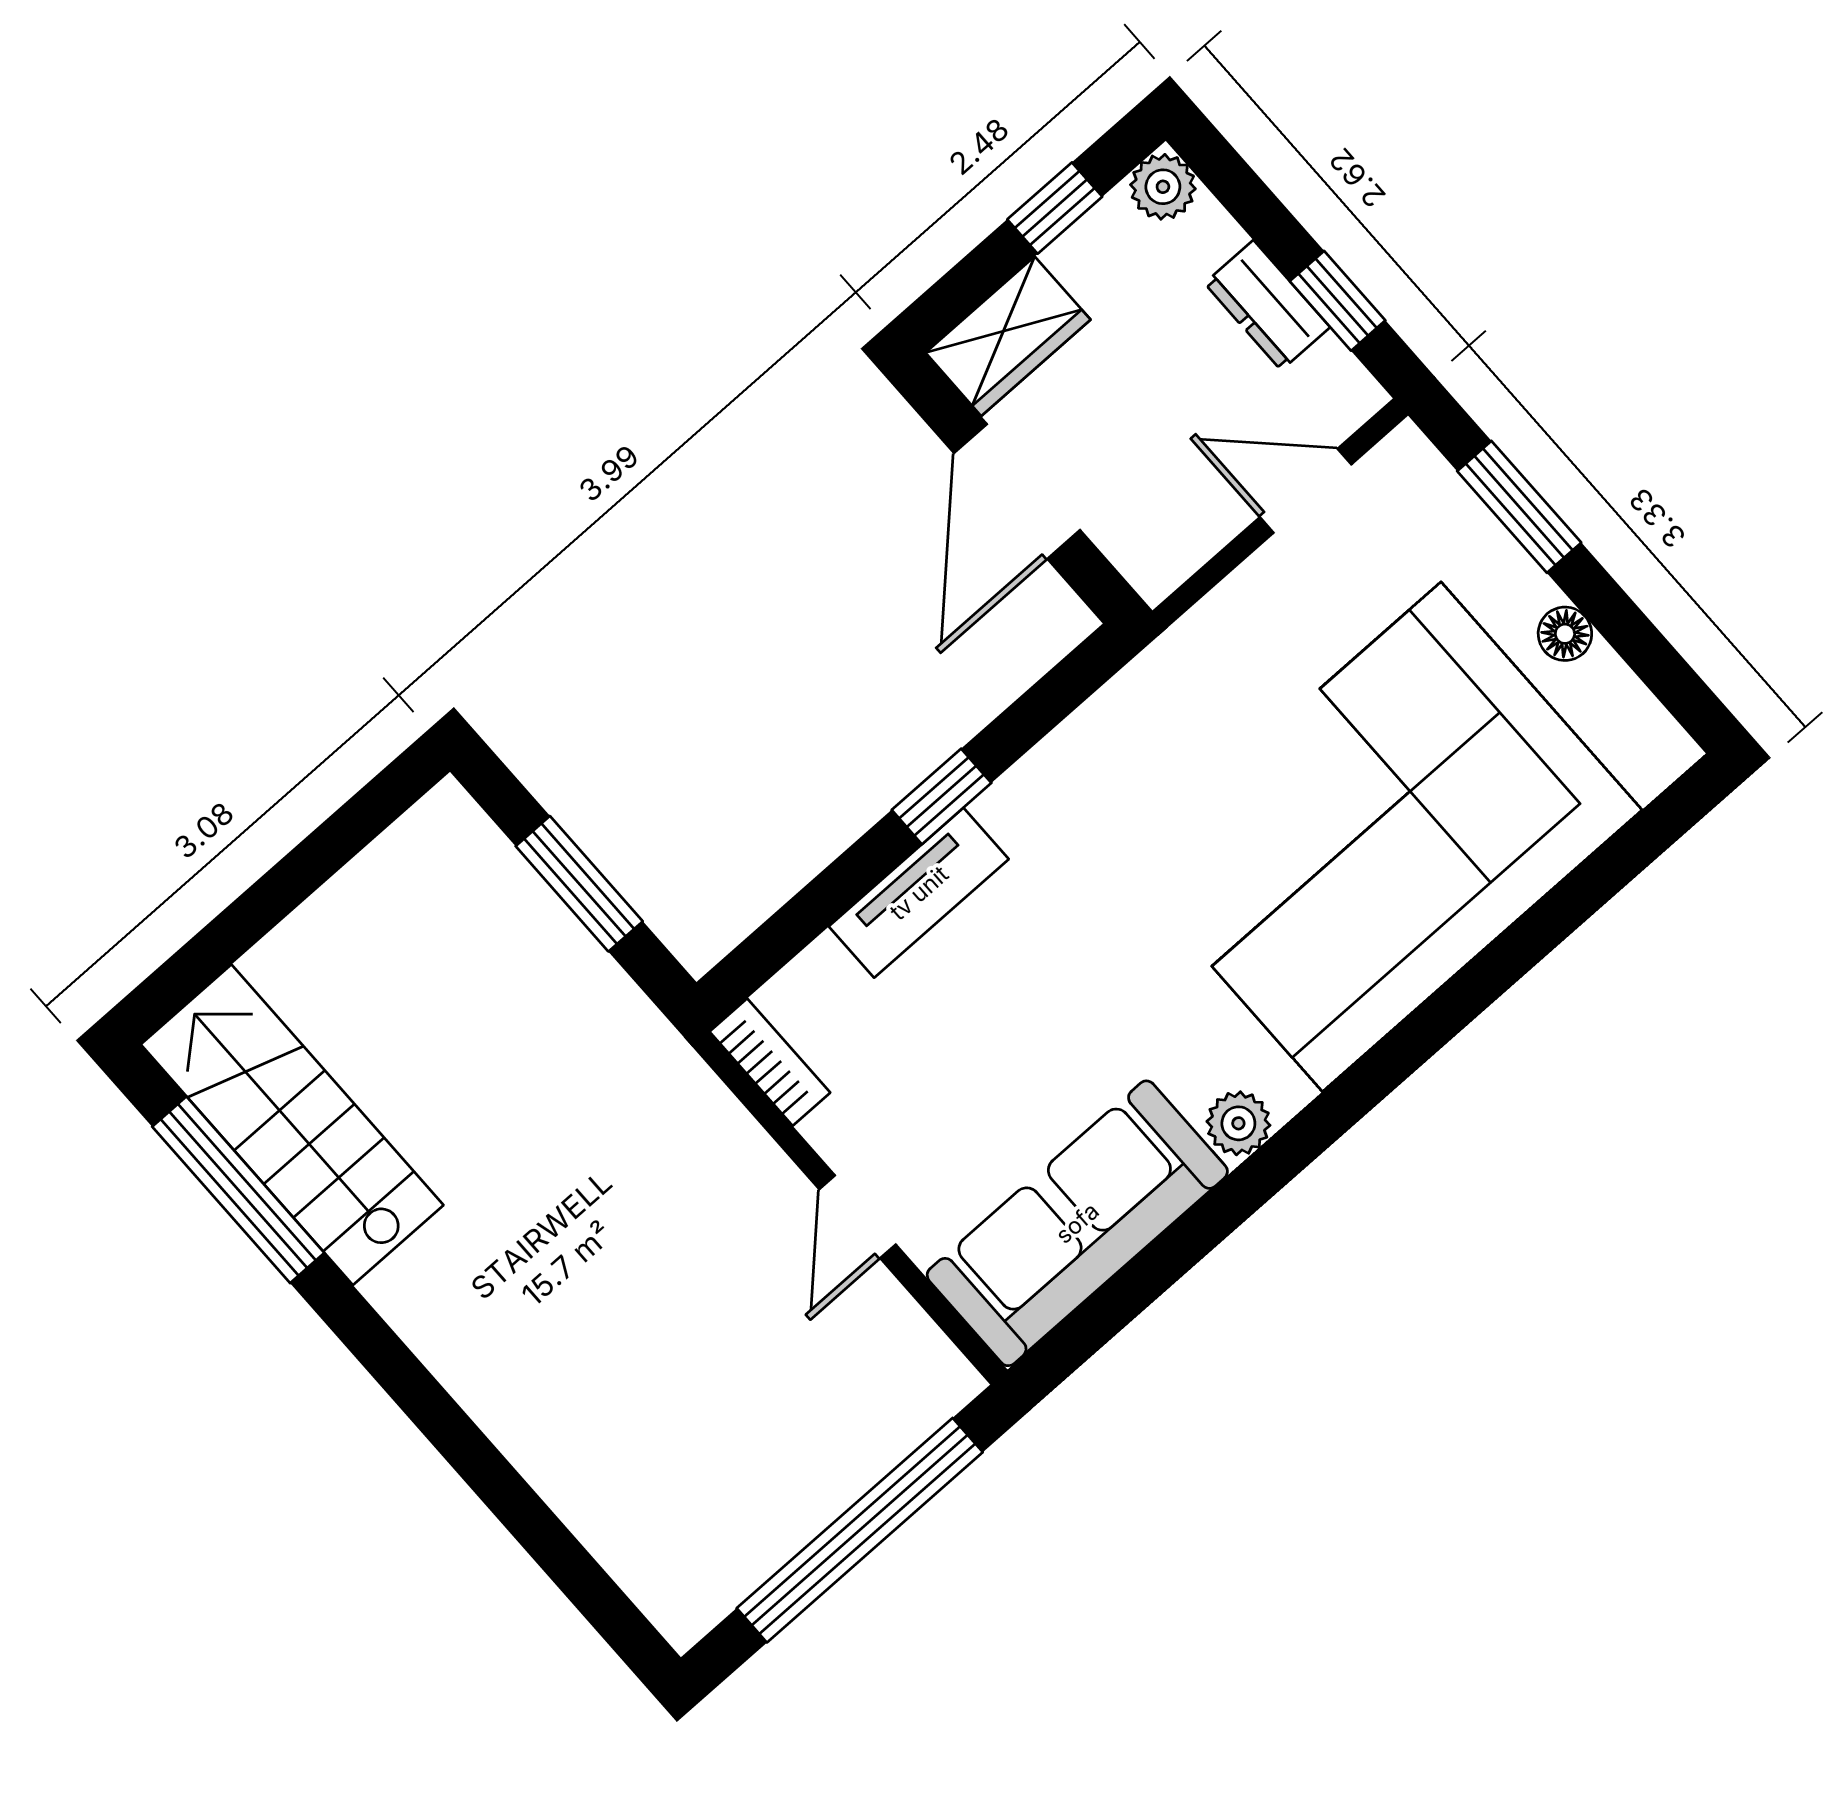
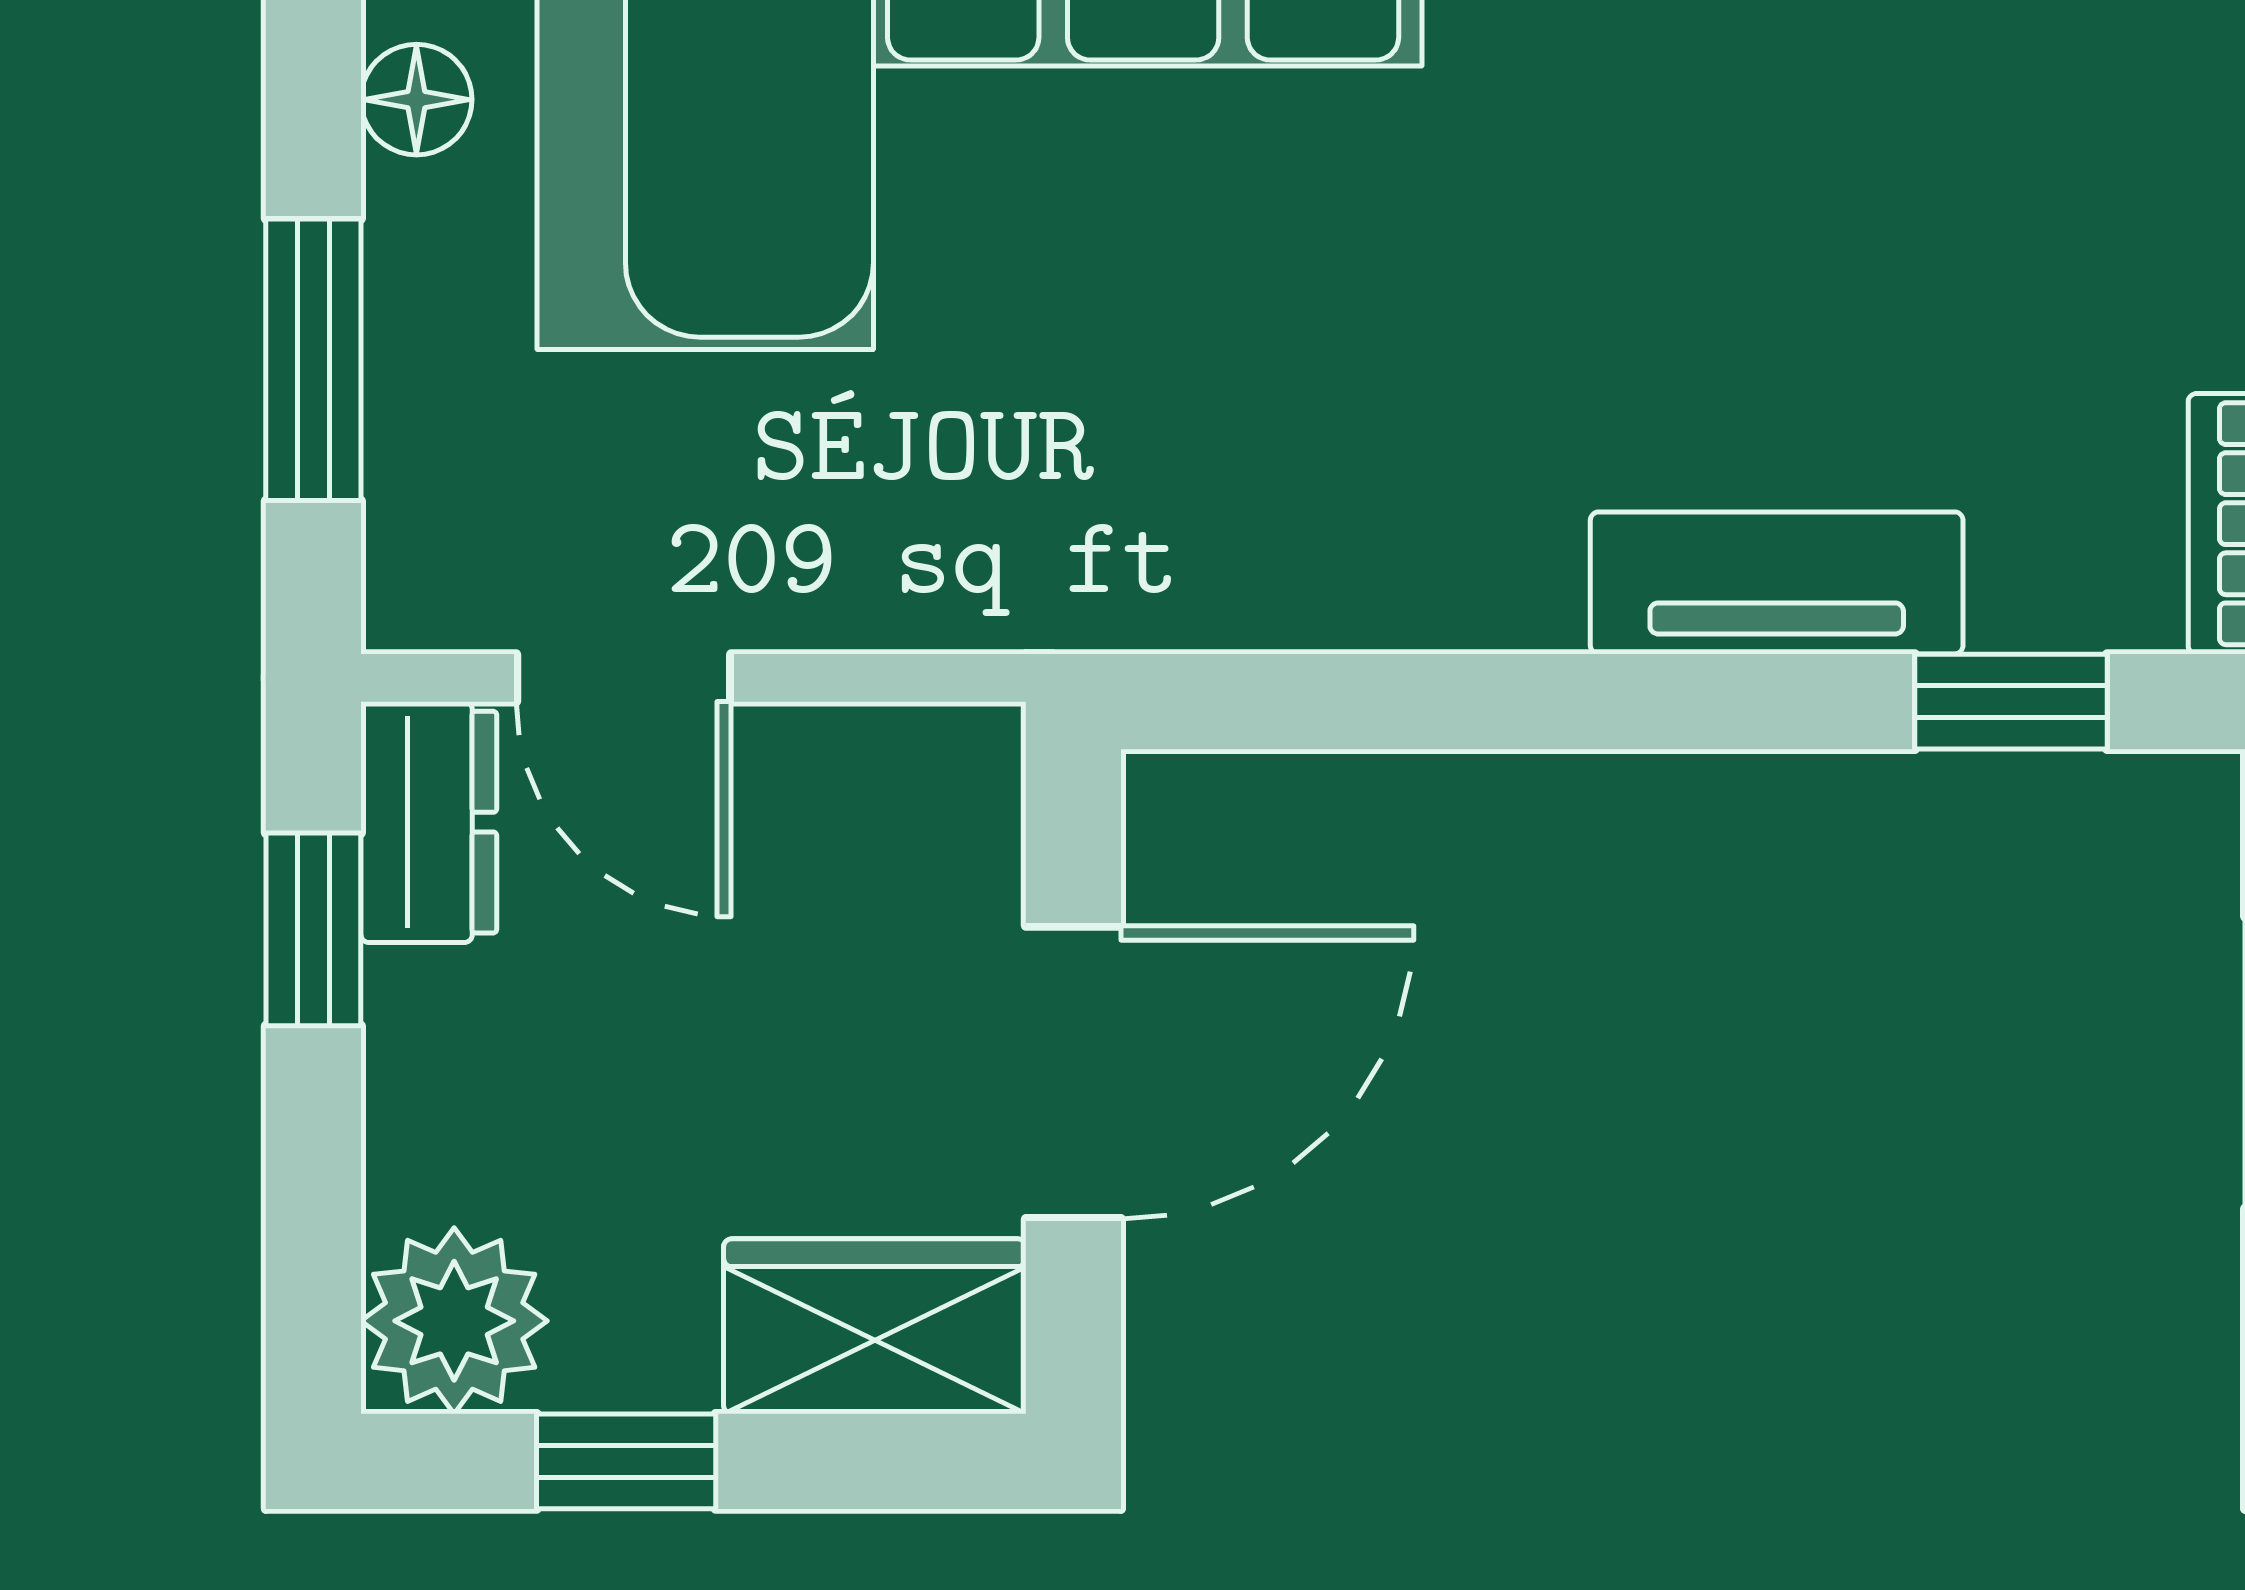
plant: (1163, 187) -> (454, 1321), width x1.38, depth x1.38
dresser: (1267, 305) -> (429, 822), moved
window: (942, 796) -> (2011, 702), moved

